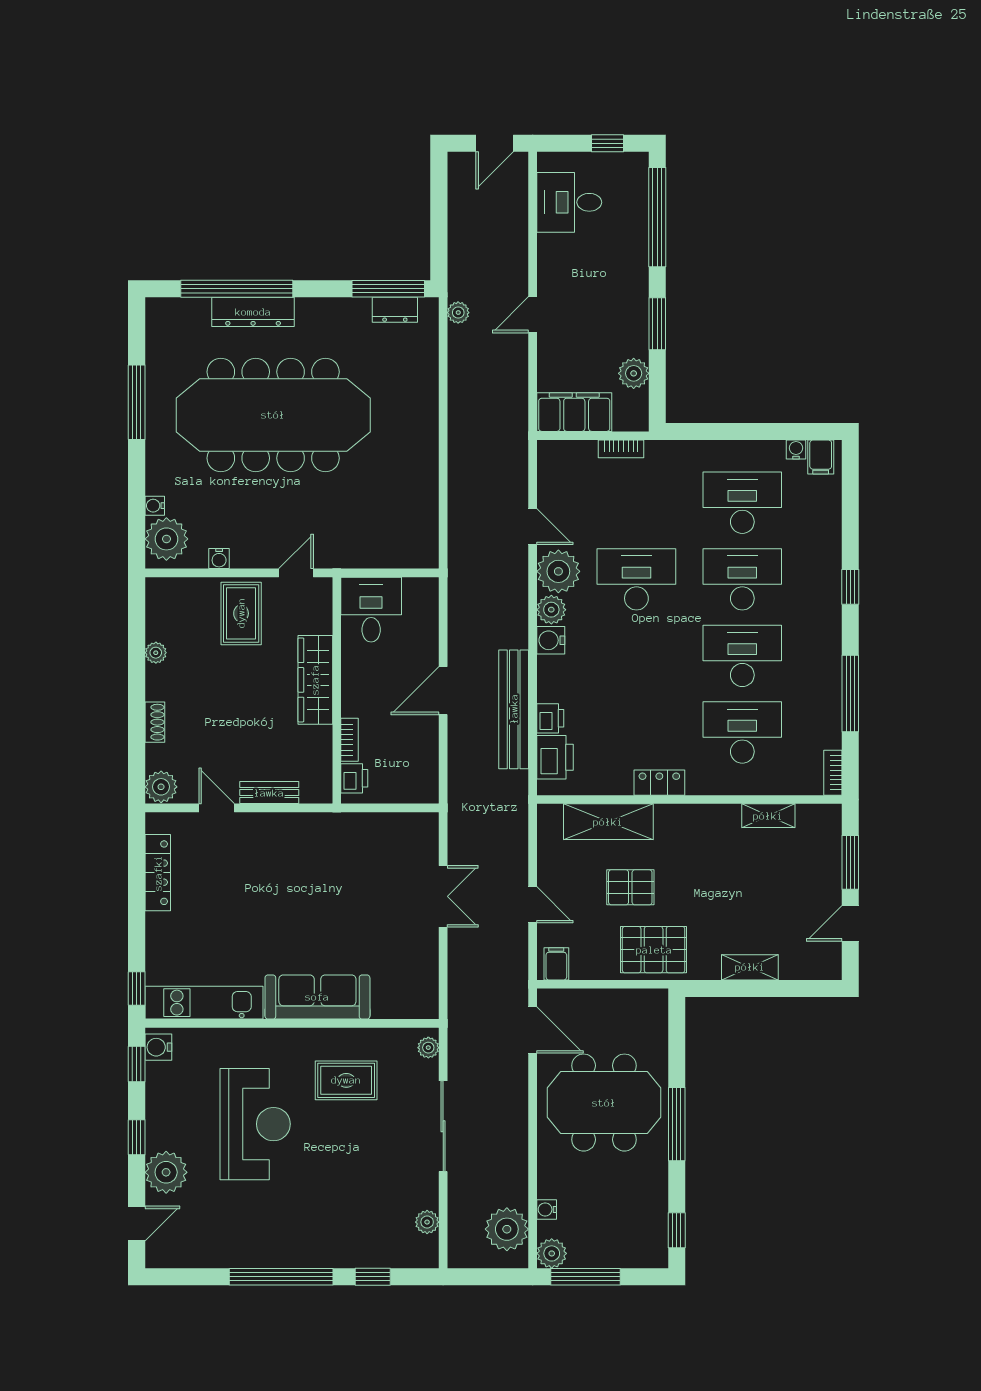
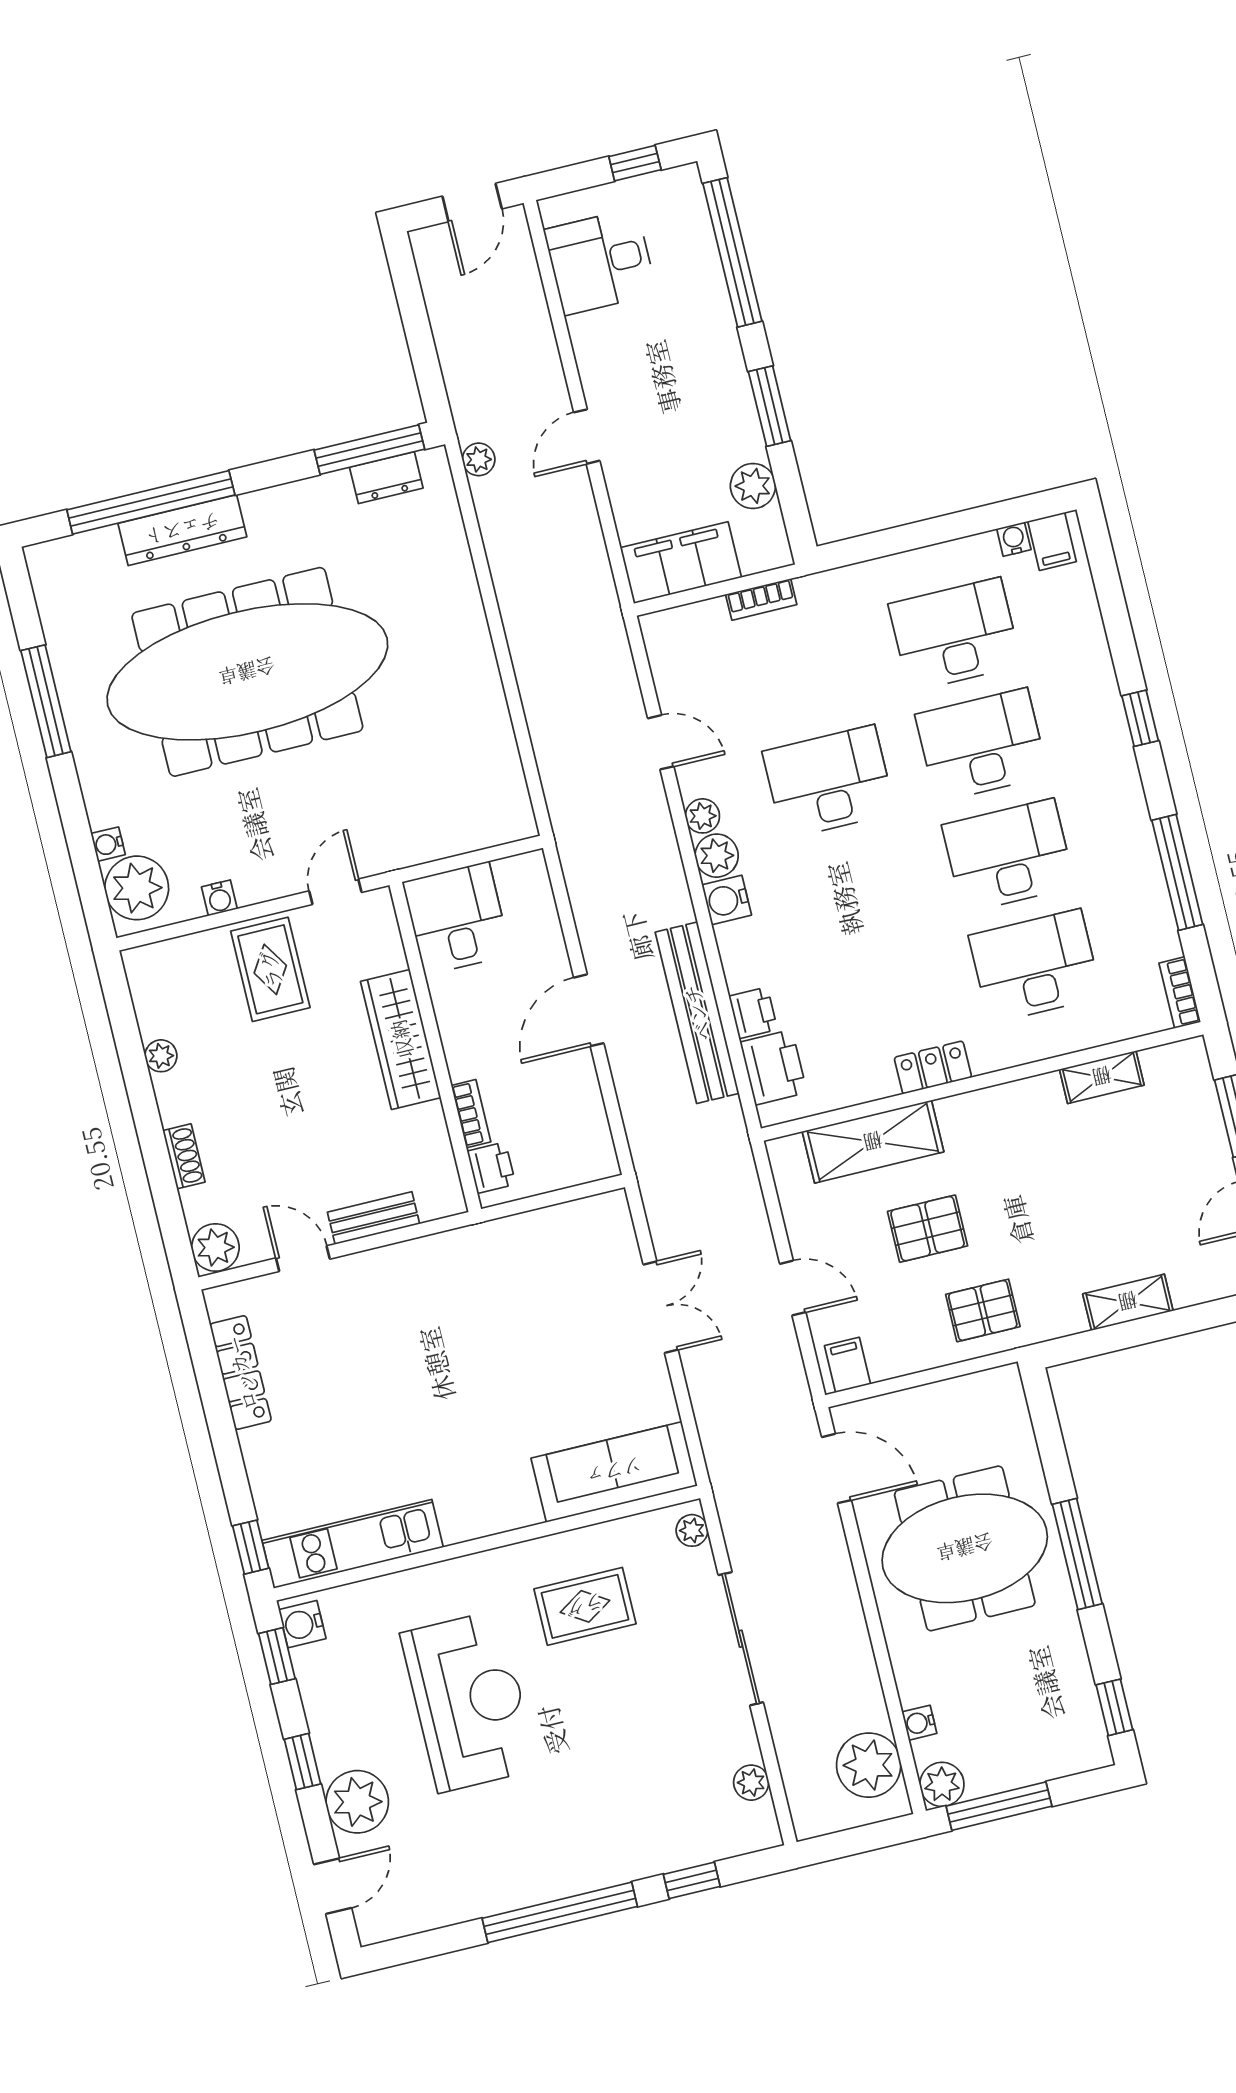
plant: (558, 571) -> (702, 816), width x0.53, depth x0.53
pallet: (654, 950) -> (983, 1310), width x0.67, depth x0.71
sofa: (317, 997) -> (614, 1472), moved

